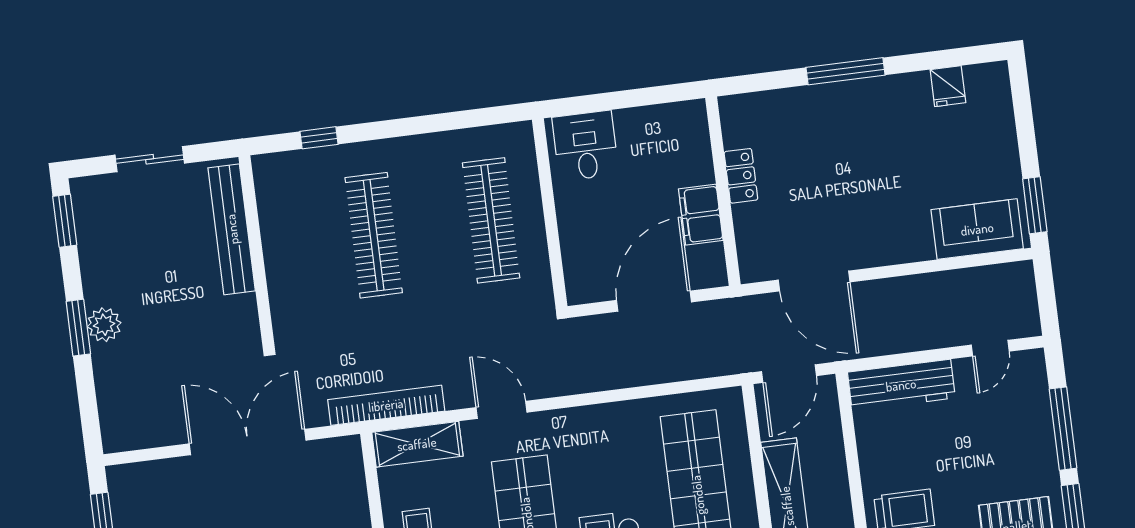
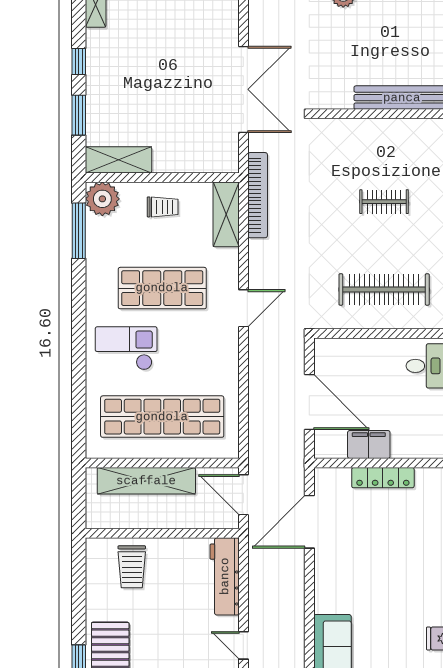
locker: (741, 176) -> (383, 478), width x1.53
clothes rail: (374, 235) -> (384, 202), width x0.54, depth x0.76
door: (502, 410) -> (243, 308), moved

